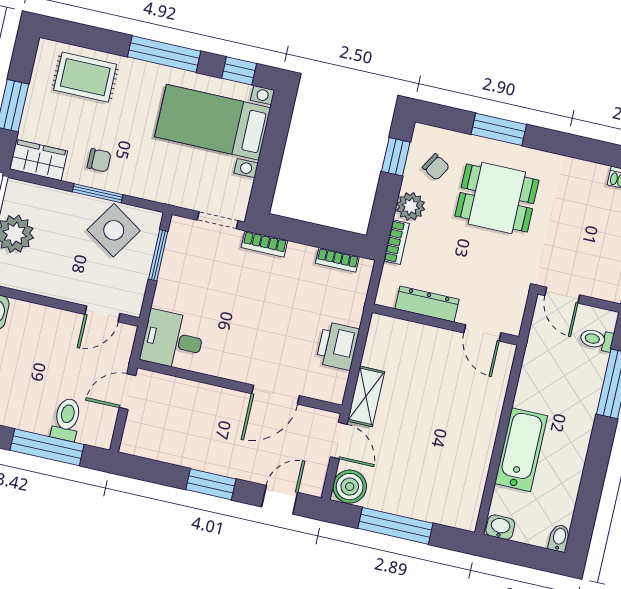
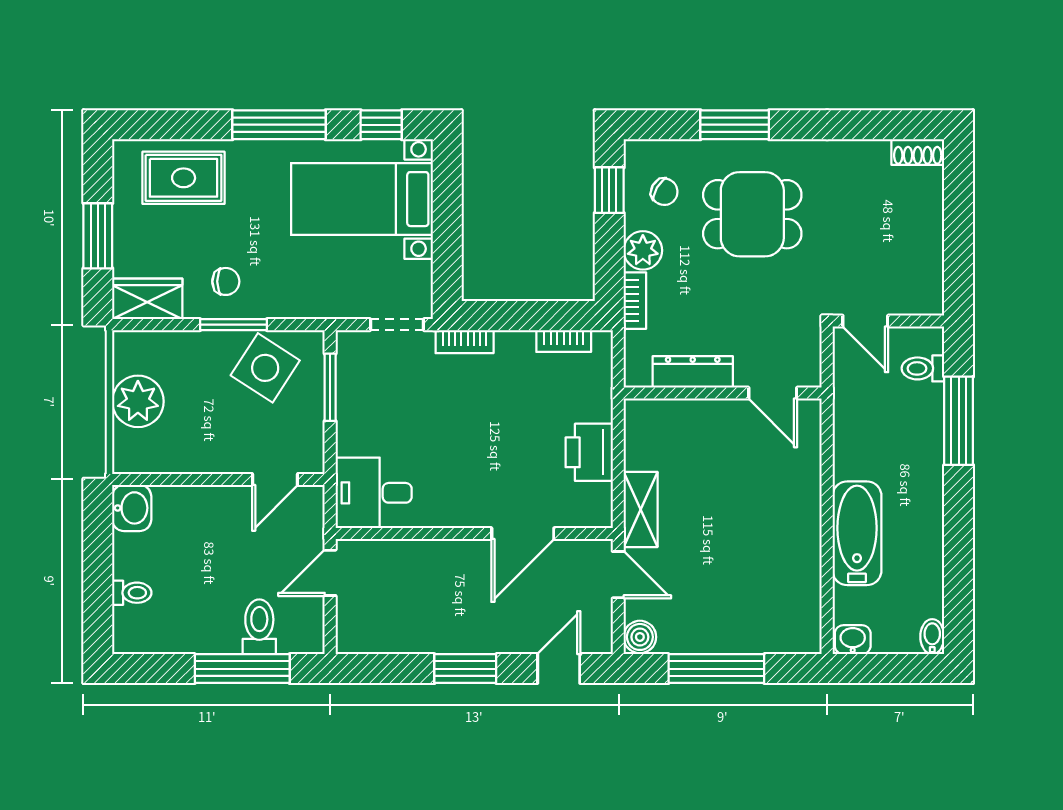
boiler: (350, 487) -> (640, 637), width x0.73, depth x0.73

